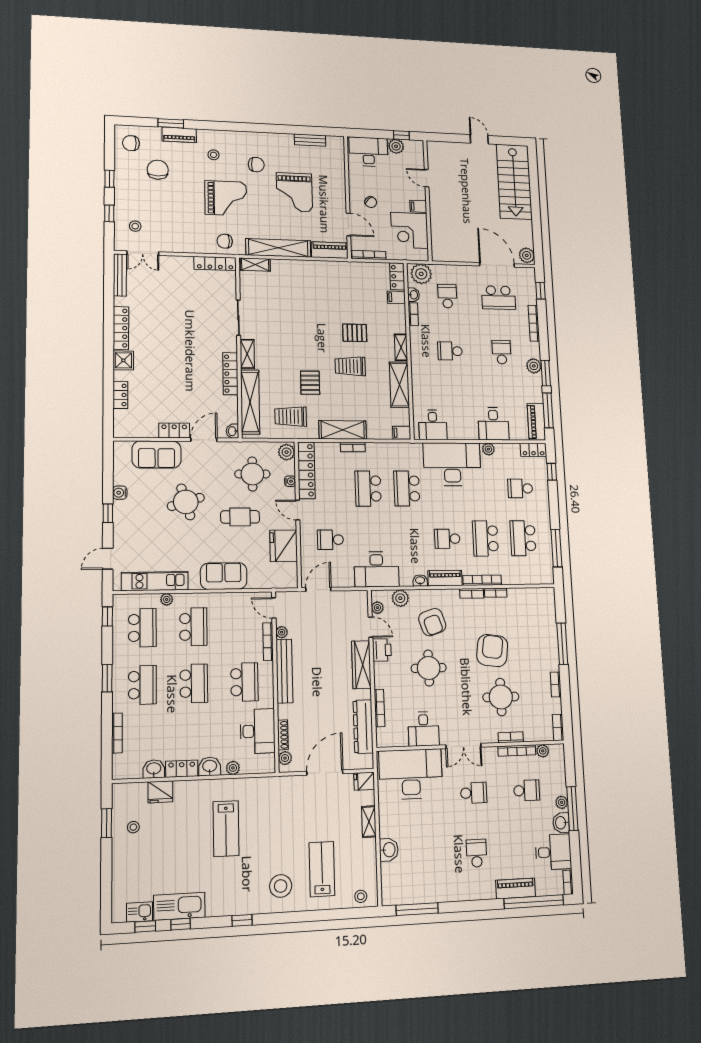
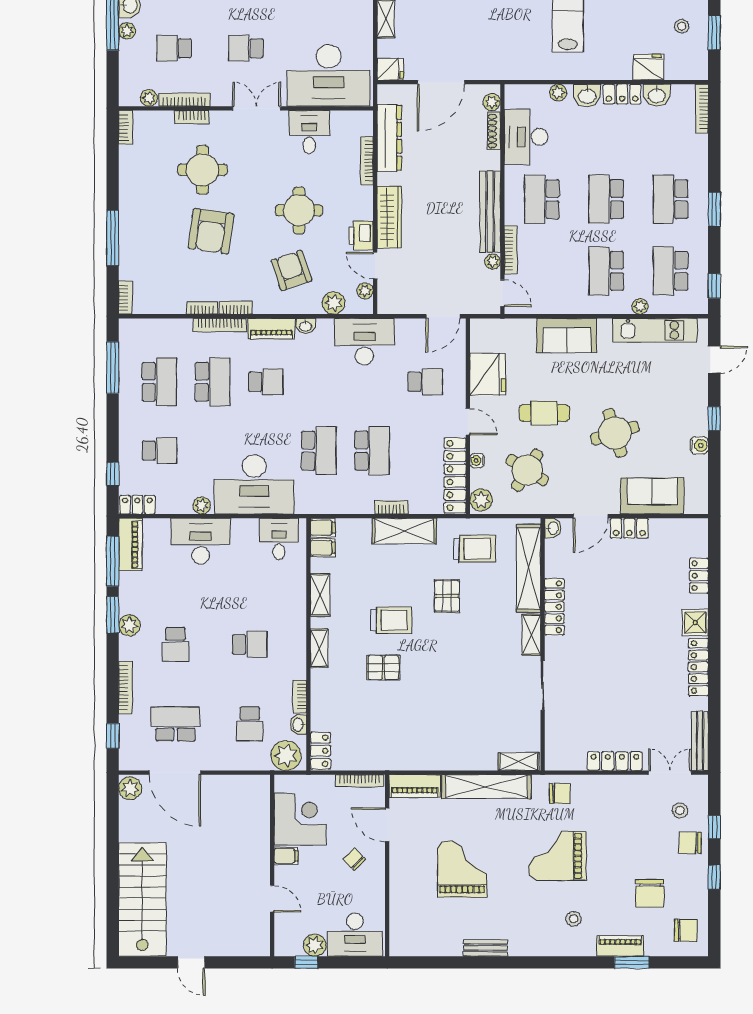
bench: (310, 140) -> (486, 948), moved
chair: (256, 165) -> (690, 843), moved
locker: (215, 263) -> (615, 761), moved
filing cabinet: (396, 297) -> (323, 548), moved
shelving: (399, 385) -> (320, 595), width x0.67, depth x0.75
desk: (493, 424) -> (201, 541), width x1.37
round table: (252, 474) -> (527, 470), turned 32
bookcase: (556, 685) -> (125, 298), moved
bookcase: (117, 733) -> (702, 109), moved

